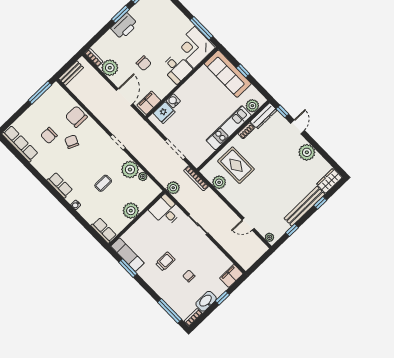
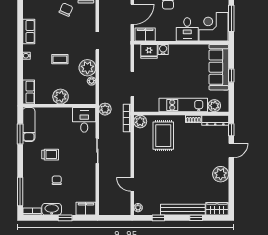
plant: (219, 182) -> (140, 122), moved

